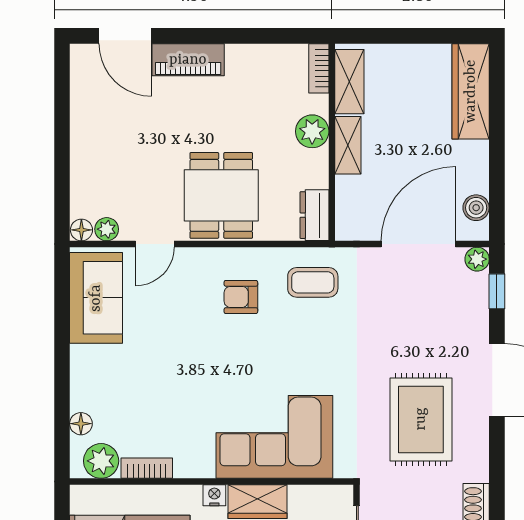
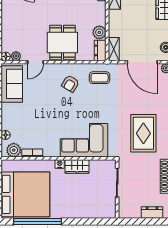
plant: (312, 131) -> (99, 32), moved
shelving: (348, 145) -> (114, 49), moved
door: (418, 244) -> (142, 62), swing flipped
armchair: (241, 297) -> (70, 84), turned -59

